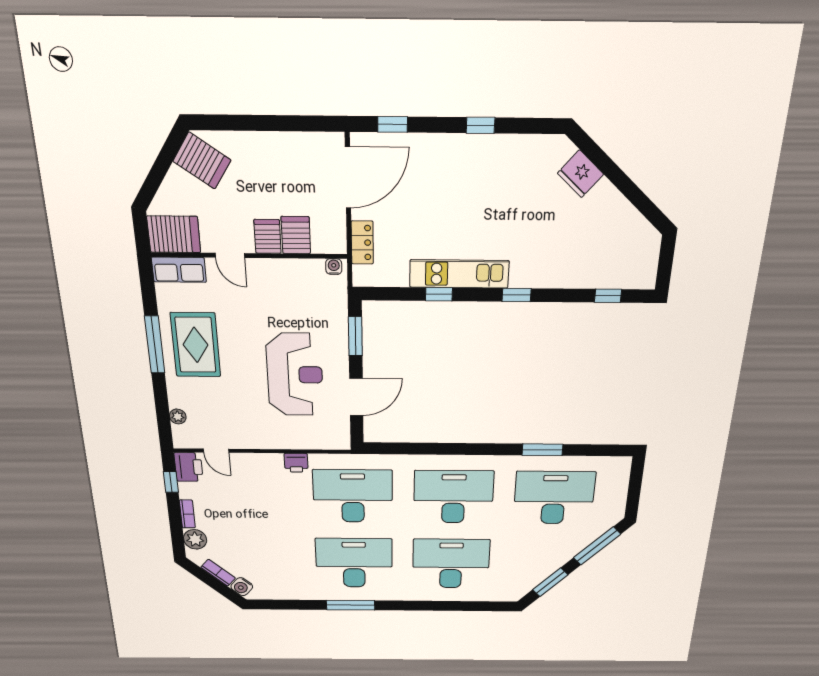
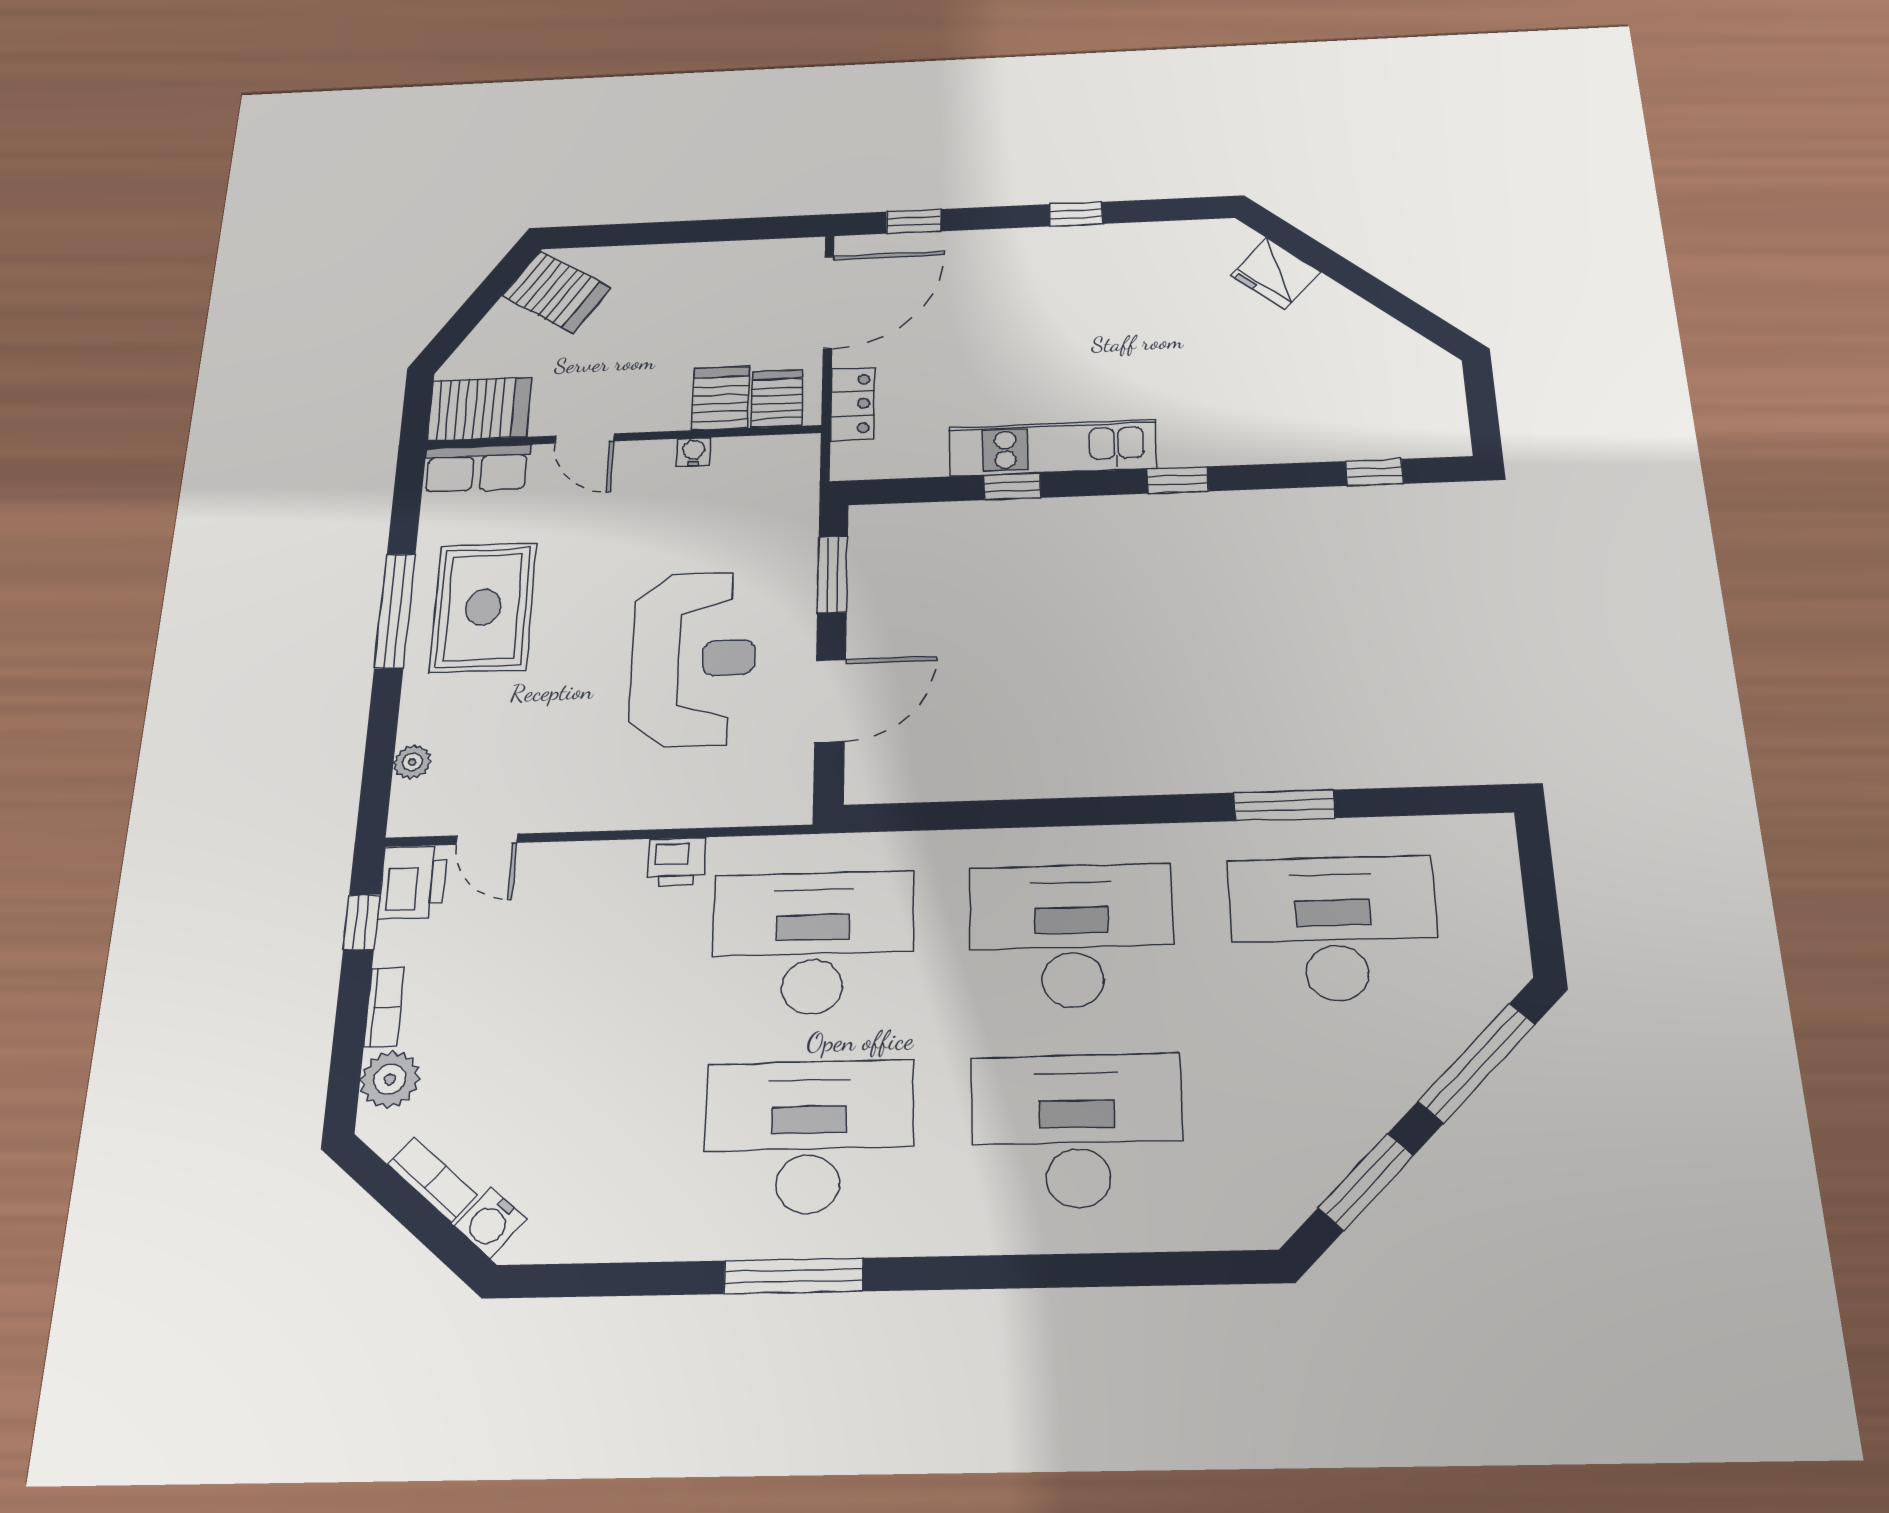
server rack: (268, 236) -> (777, 398), moved
water cooler: (334, 267) -> (694, 452), moved

